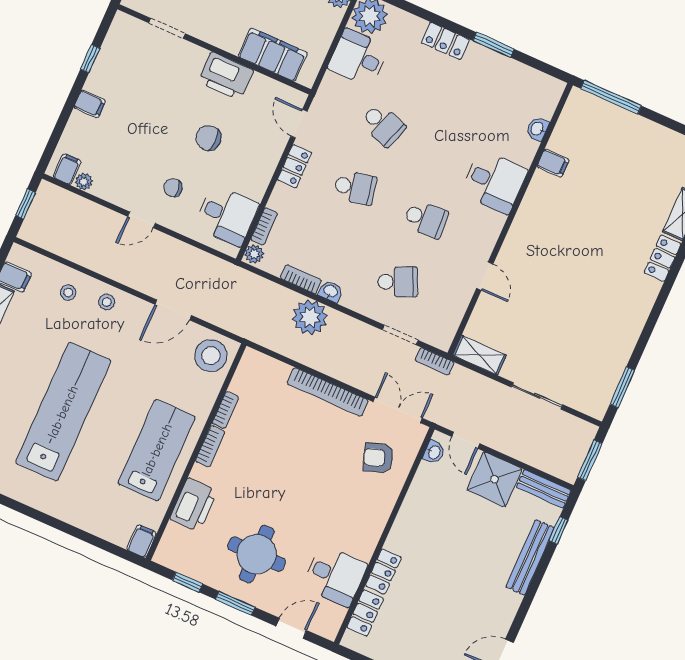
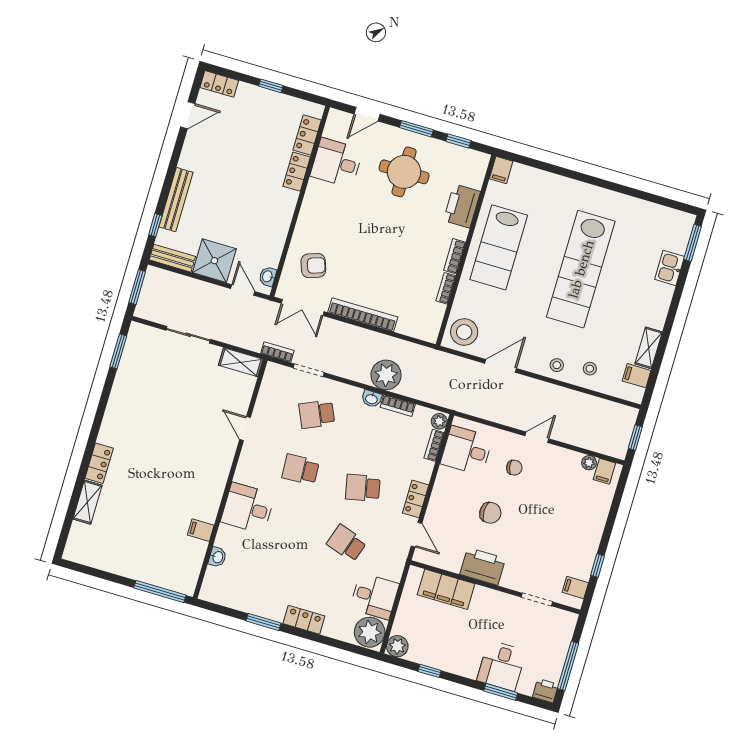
filing cabinet: (90, 104) -> (575, 587), moved

